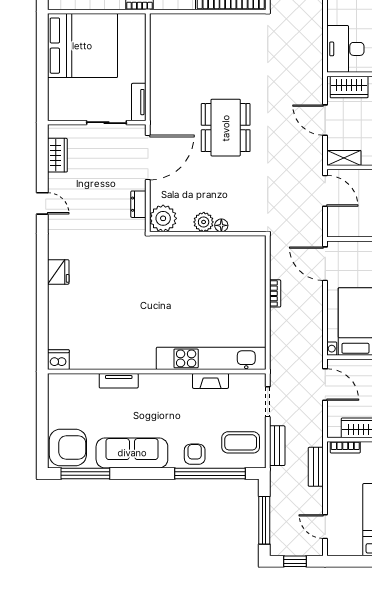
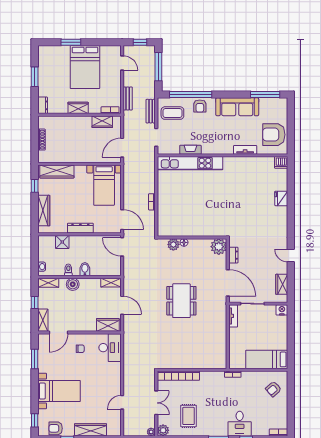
bed: (82, 46) -> (267, 359), width x0.49
nightstand: (57, 112) -> (282, 310), added
door: (148, 158) -> (228, 283), swing flipped
door: (325, 191) -> (122, 247), moved
plant: (204, 222) -> (173, 244), moved
fridge: (58, 272) -> (281, 198), moved
door: (325, 385) -> (122, 148), hinge flipped
armchair: (68, 448) -> (274, 135), moved

